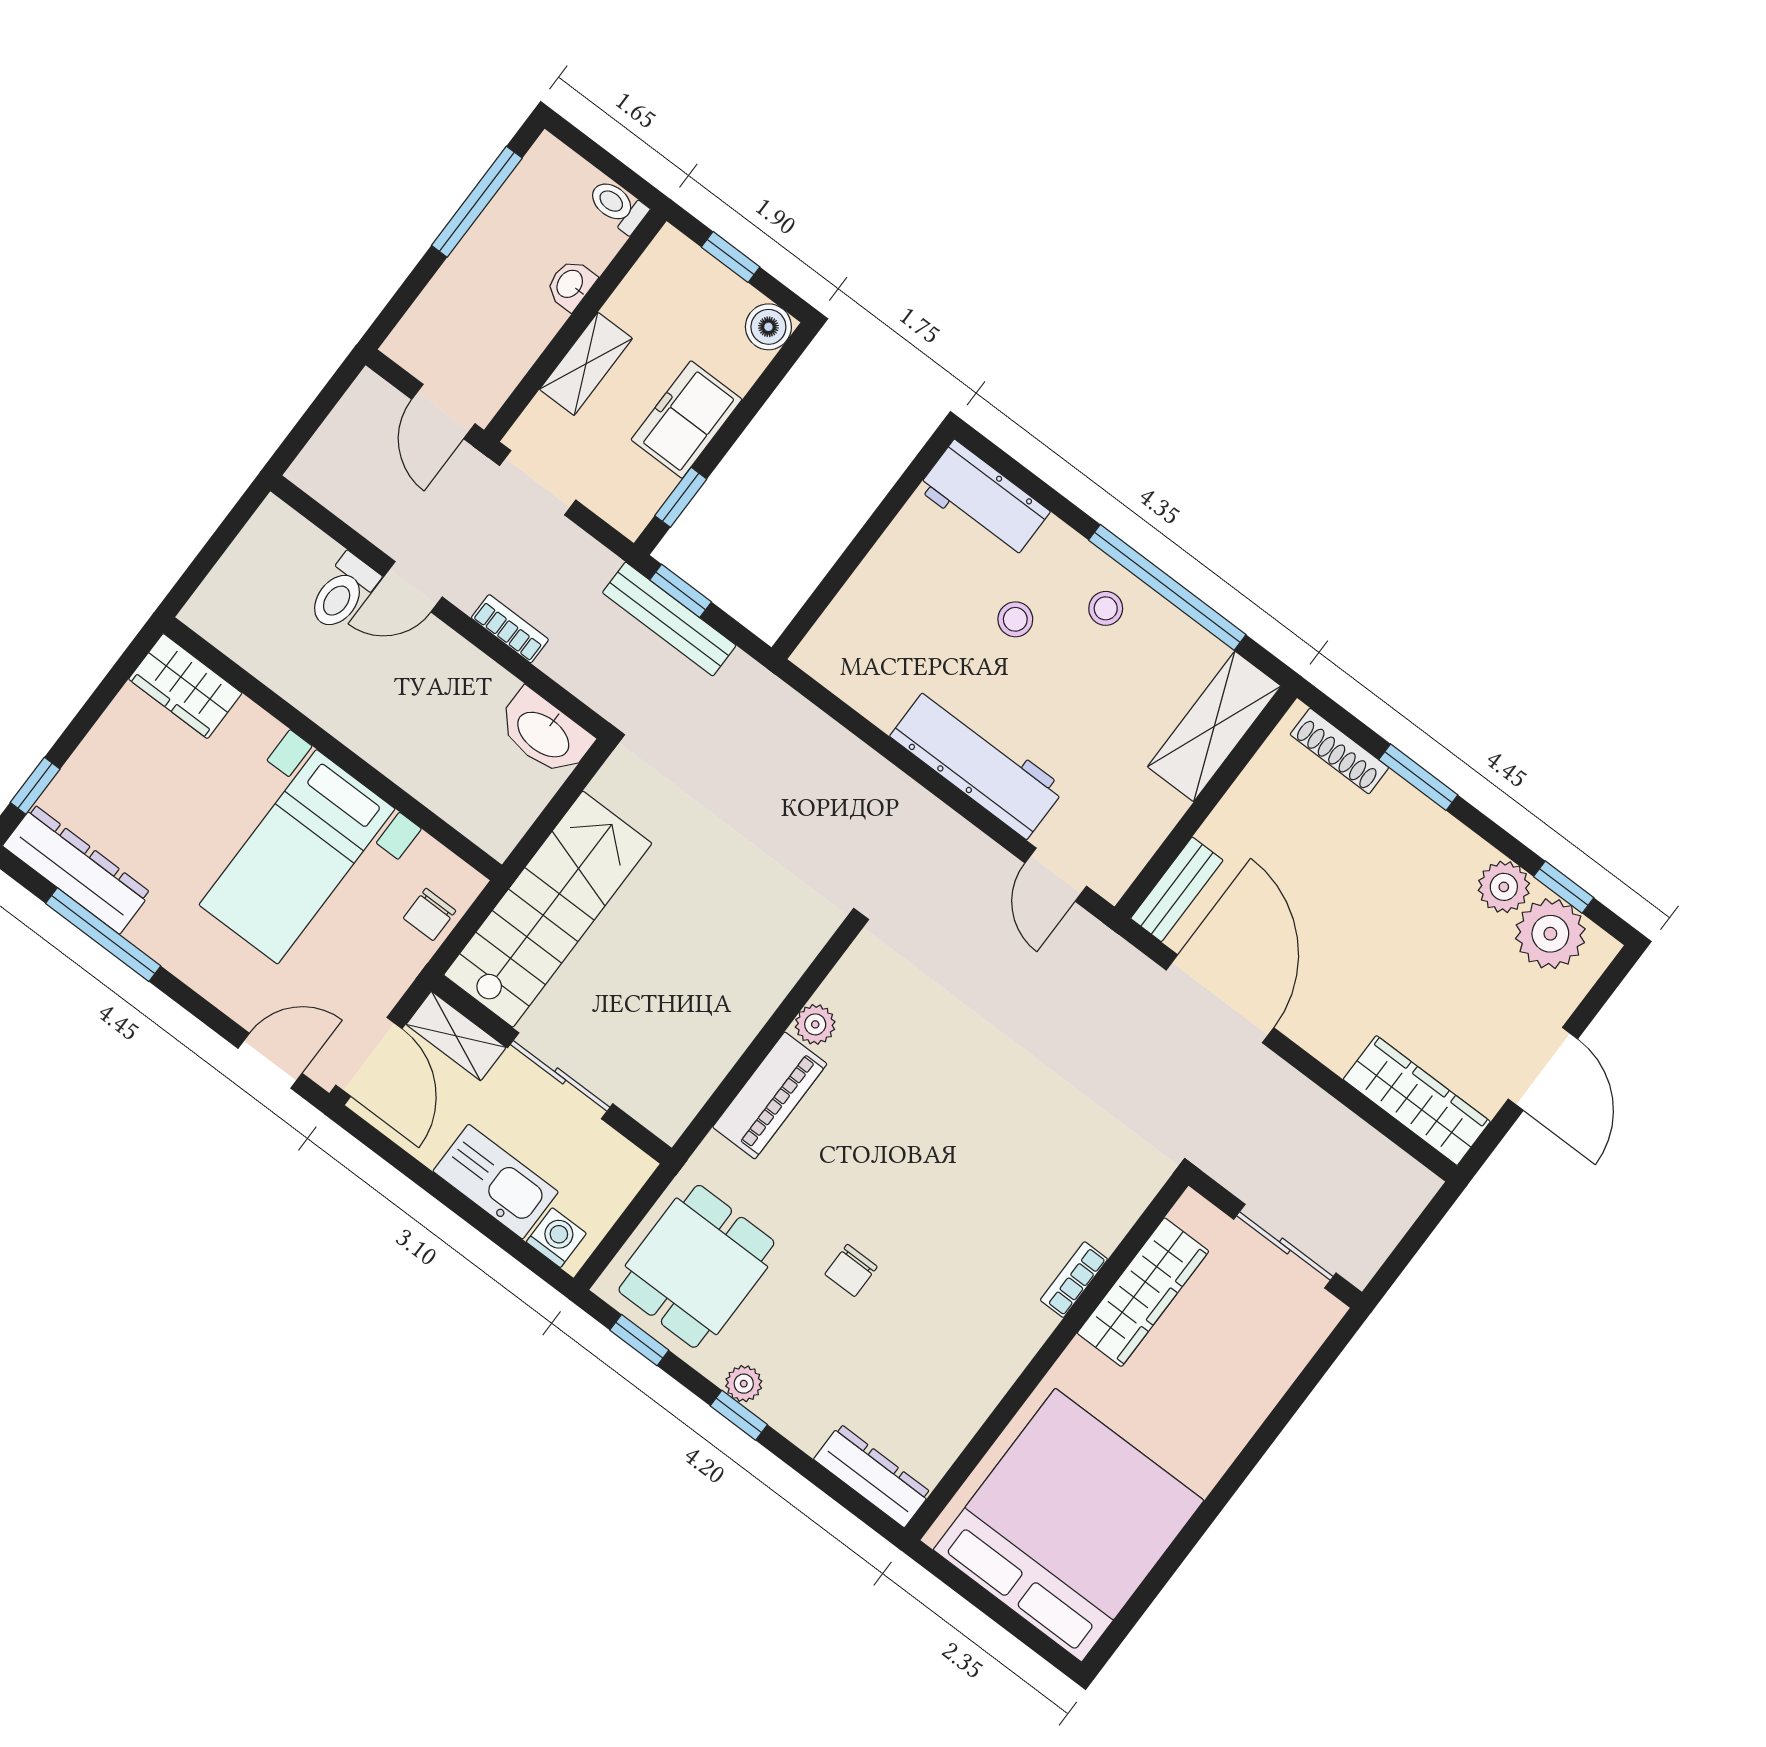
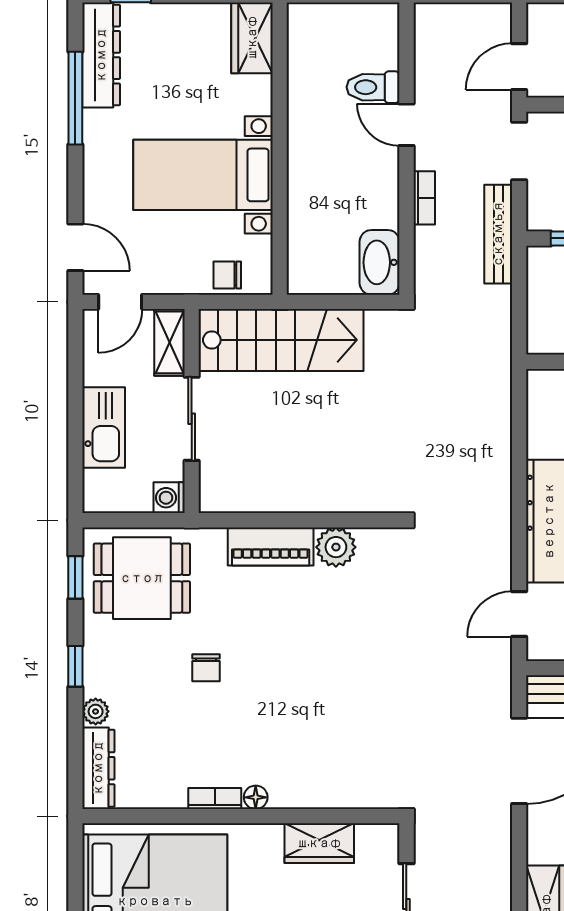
window: (681, 591) -> (519, 279), removed
bench: (669, 619) -> (498, 234), moved
plant: (815, 1024) -> (336, 547), width x1.38, depth x1.38
door: (369, 1057) -> (120, 302), width x0.73
washing machine: (556, 1238) -> (169, 498), moved, turned 180
chair: (851, 1270) -> (206, 668), turned -90
bookcase: (1074, 1280) -> (215, 798), moved
wardrobe: (1143, 1292) -> (319, 843), width x0.67
floor lamp: (1038, 1324) -> (256, 797), added
plant: (744, 1384) -> (96, 711), moved

